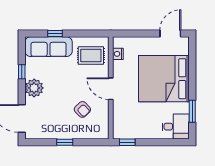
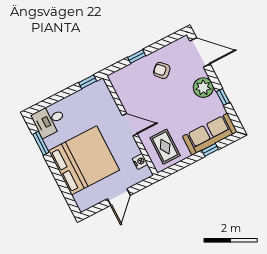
door: (170, 34) -> (119, 197), moved
rug: (91, 55) -> (165, 147), turned 90
armchair: (82, 109) -> (162, 70), moved
window: (65, 142) -> (137, 56), moved

